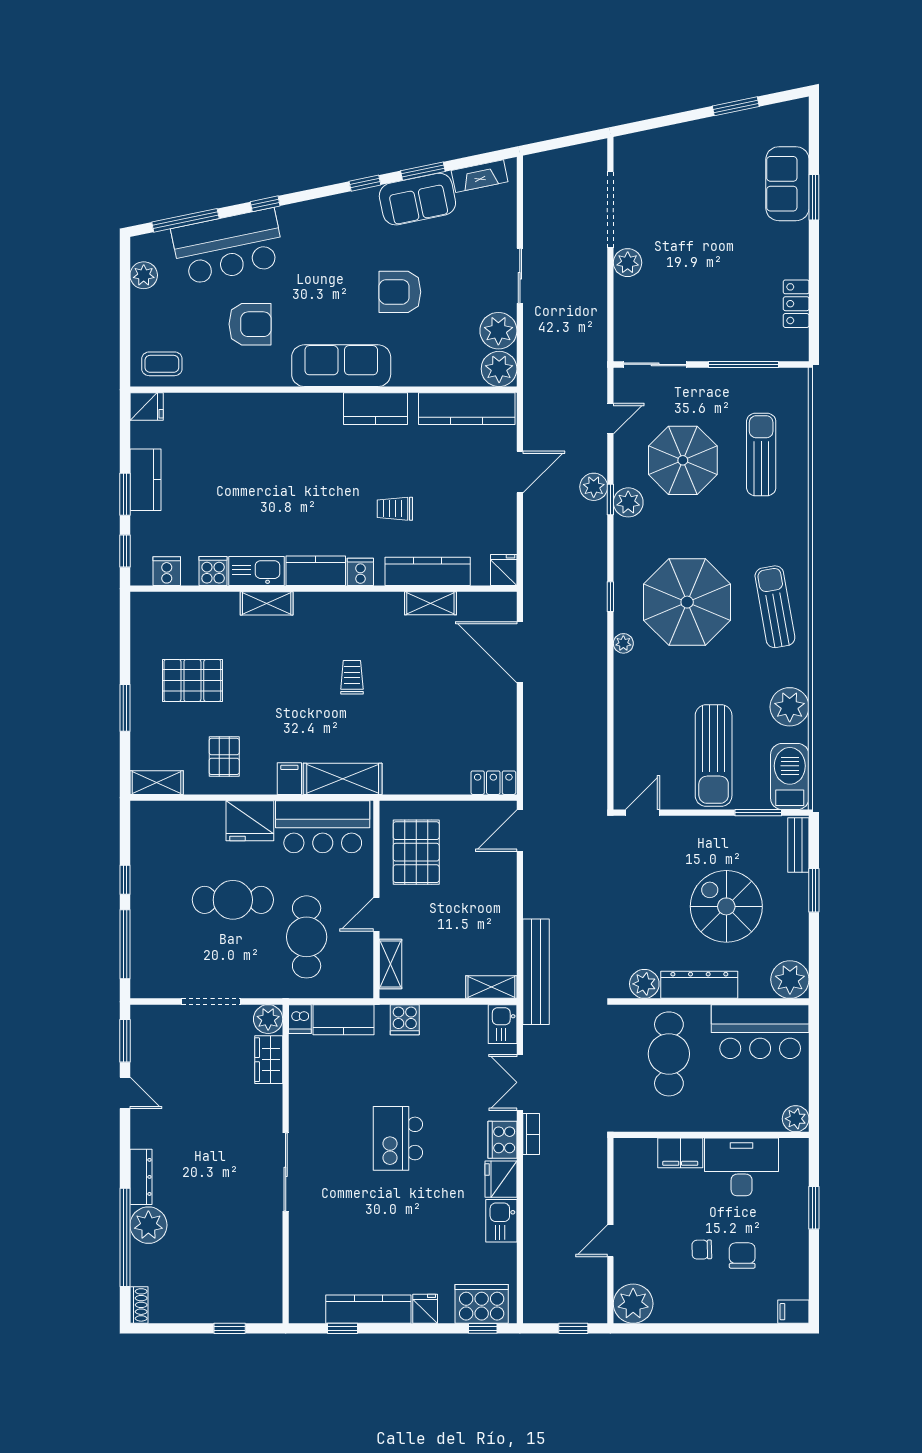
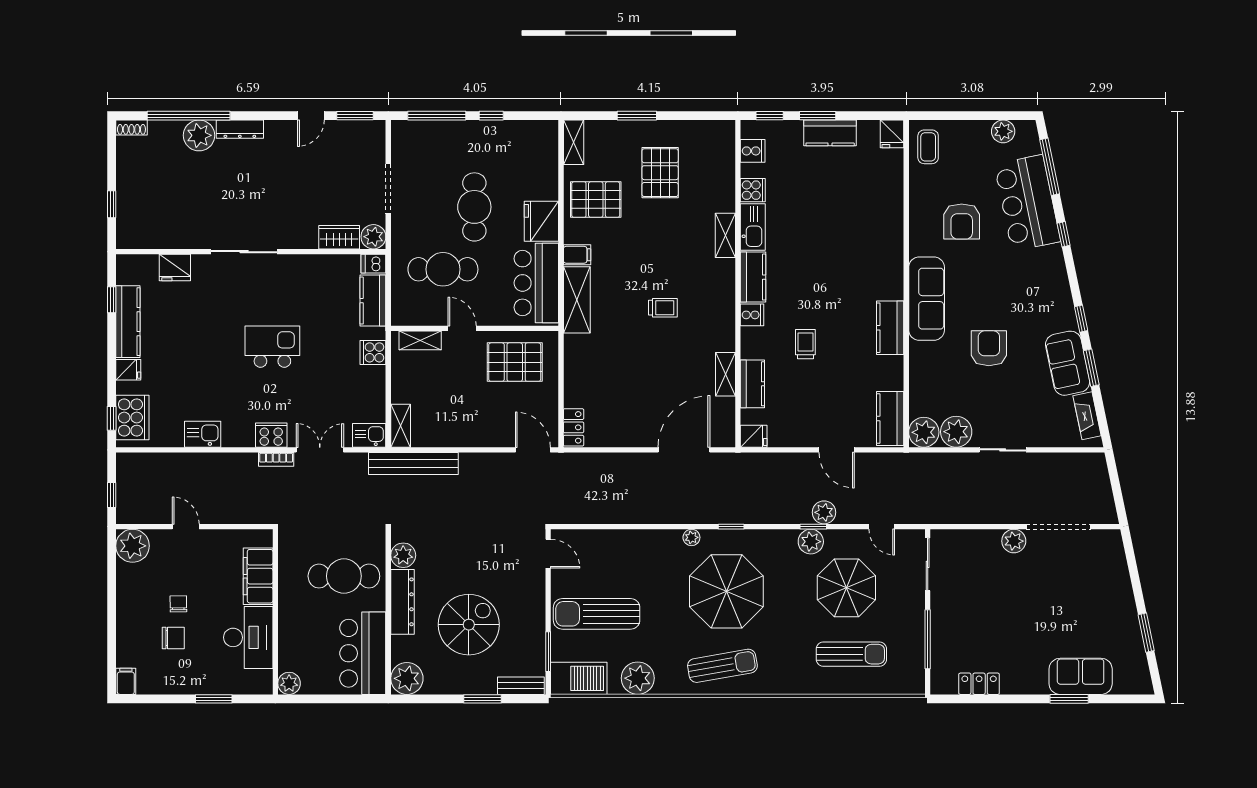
kitchen counter: (467, 409) -> (890, 419), width x0.67
kitchen counter: (428, 571) -> (752, 384), width x0.67
pallet: (224, 756) -> (596, 200), width x1.50, depth x1.42
filing cabinet: (680, 1153) -> (258, 576), width x1.50, depth x1.17
fridge: (501, 1179) -> (175, 268), moved, turned 180

